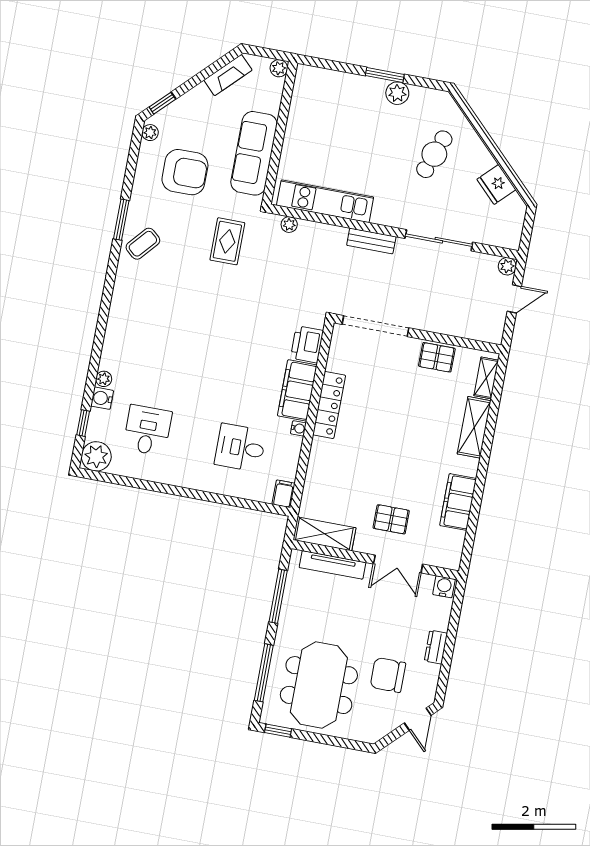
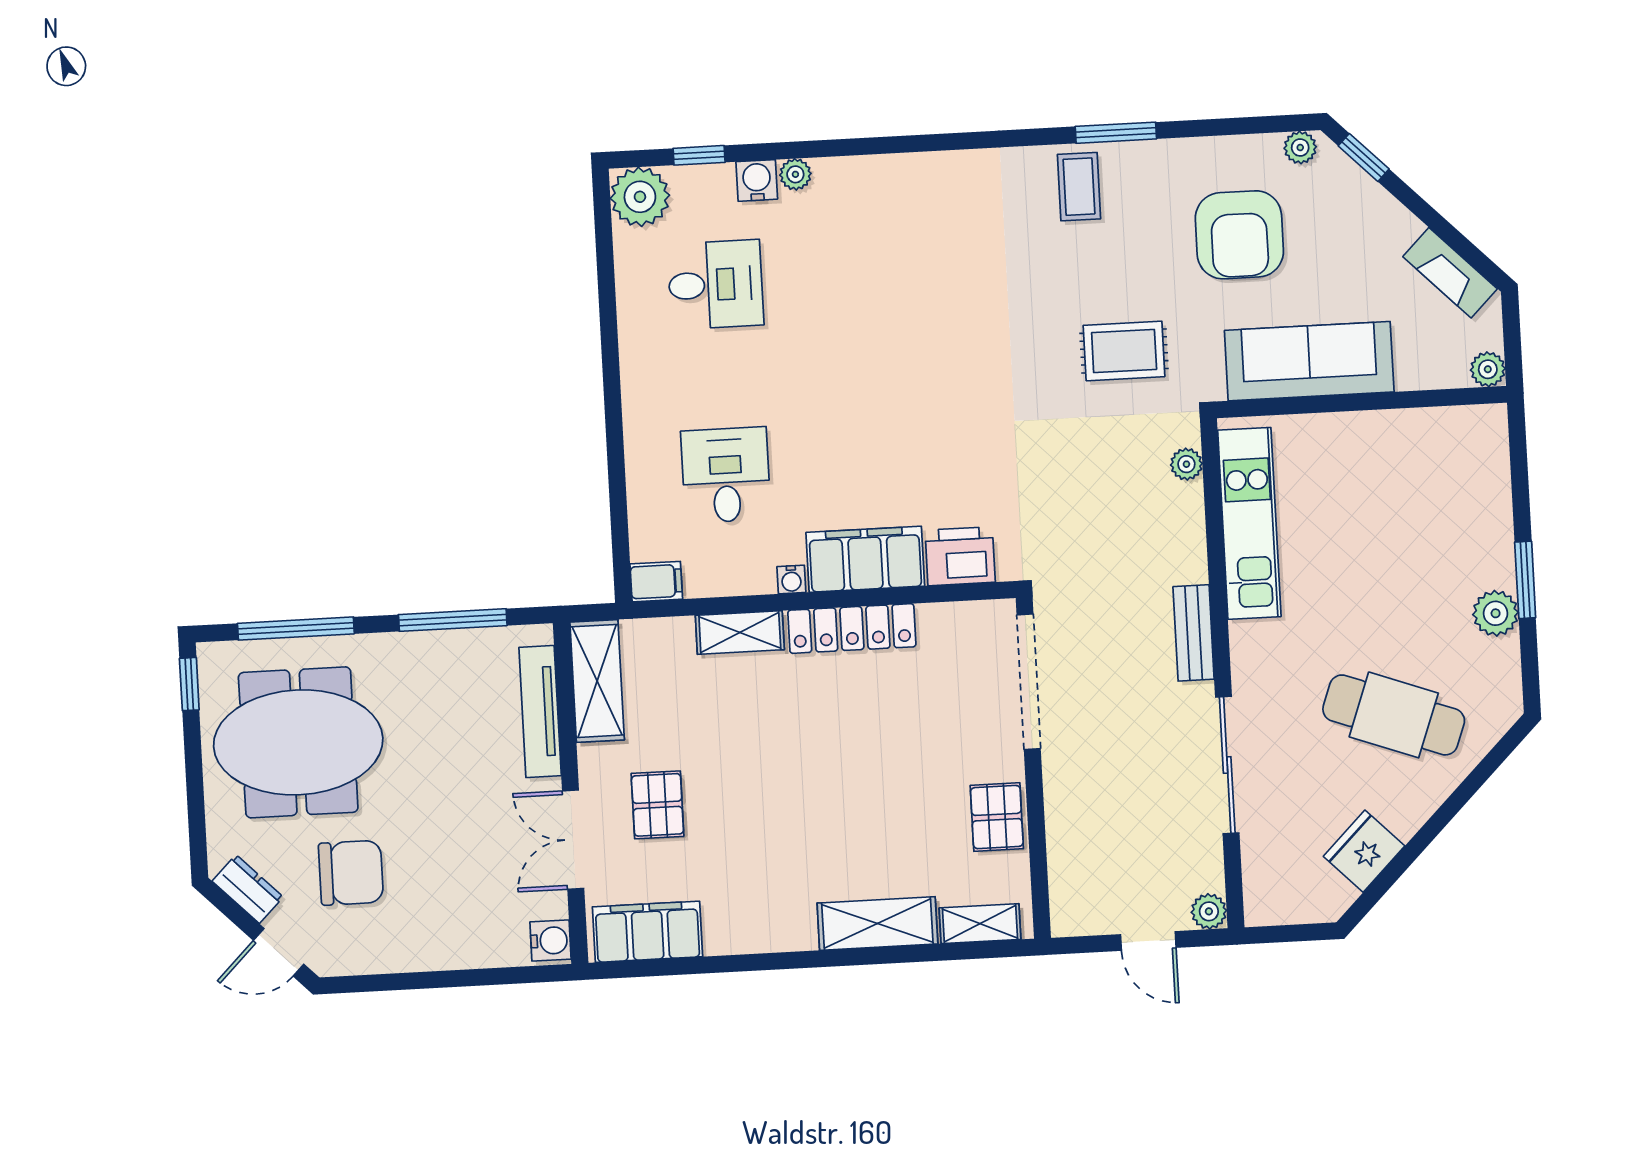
cafe table: (434, 154) -> (1394, 715), width x1.37, depth x1.35
coffee table: (143, 244) -> (1079, 187), turned 49
shelving: (318, 459) -> (740, 633), added
filing cabinet: (458, 502) -> (647, 932), moved
dresser: (436, 647) -> (248, 889), moved, turned 45
chair: (388, 675) -> (351, 873), turned 90

